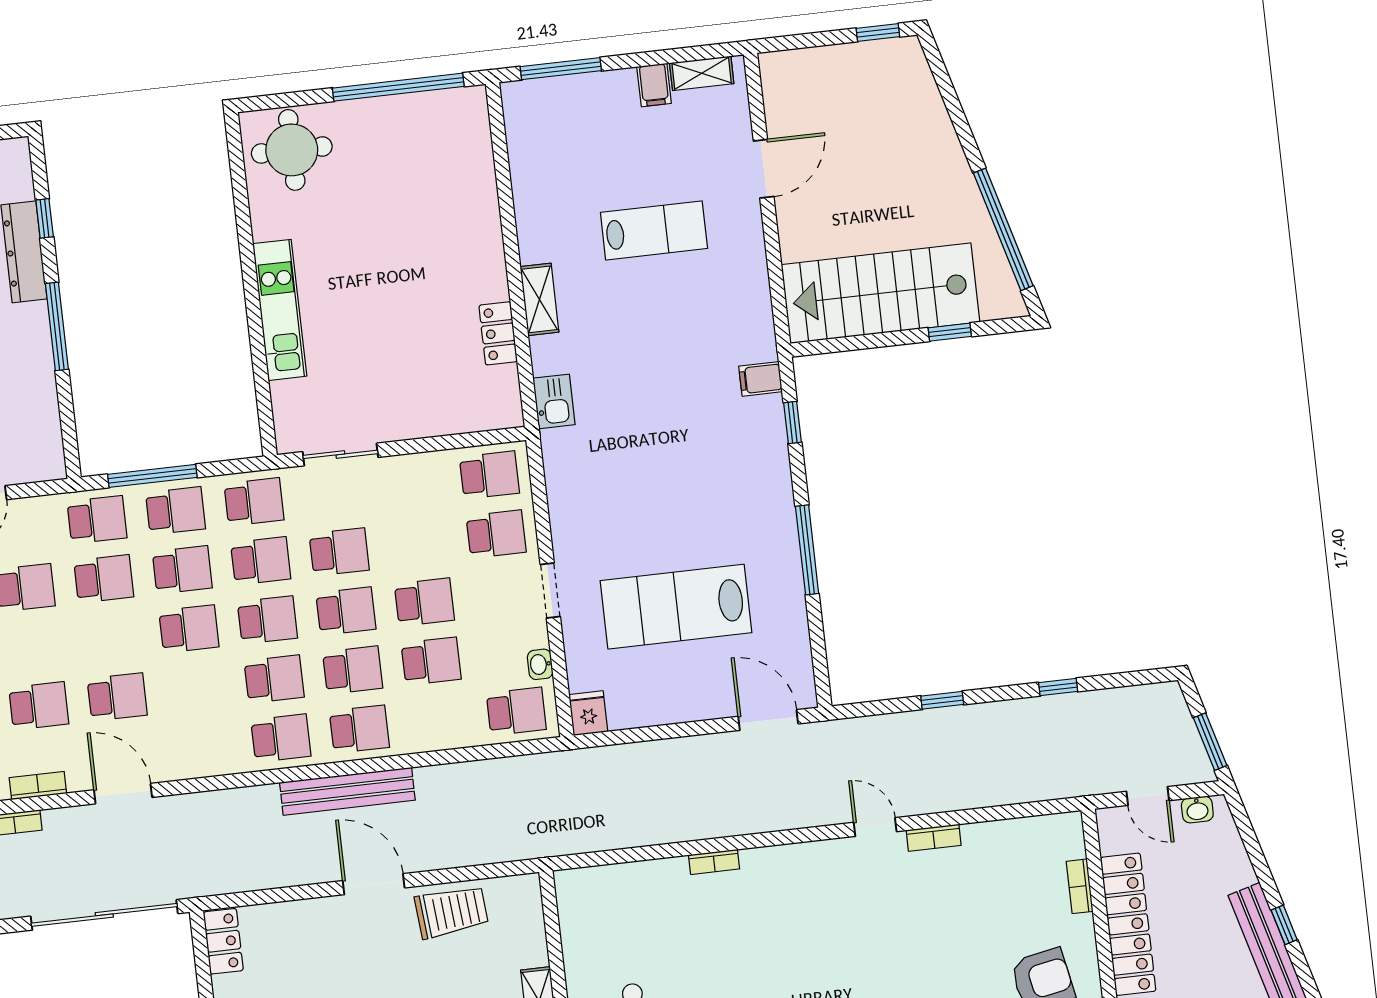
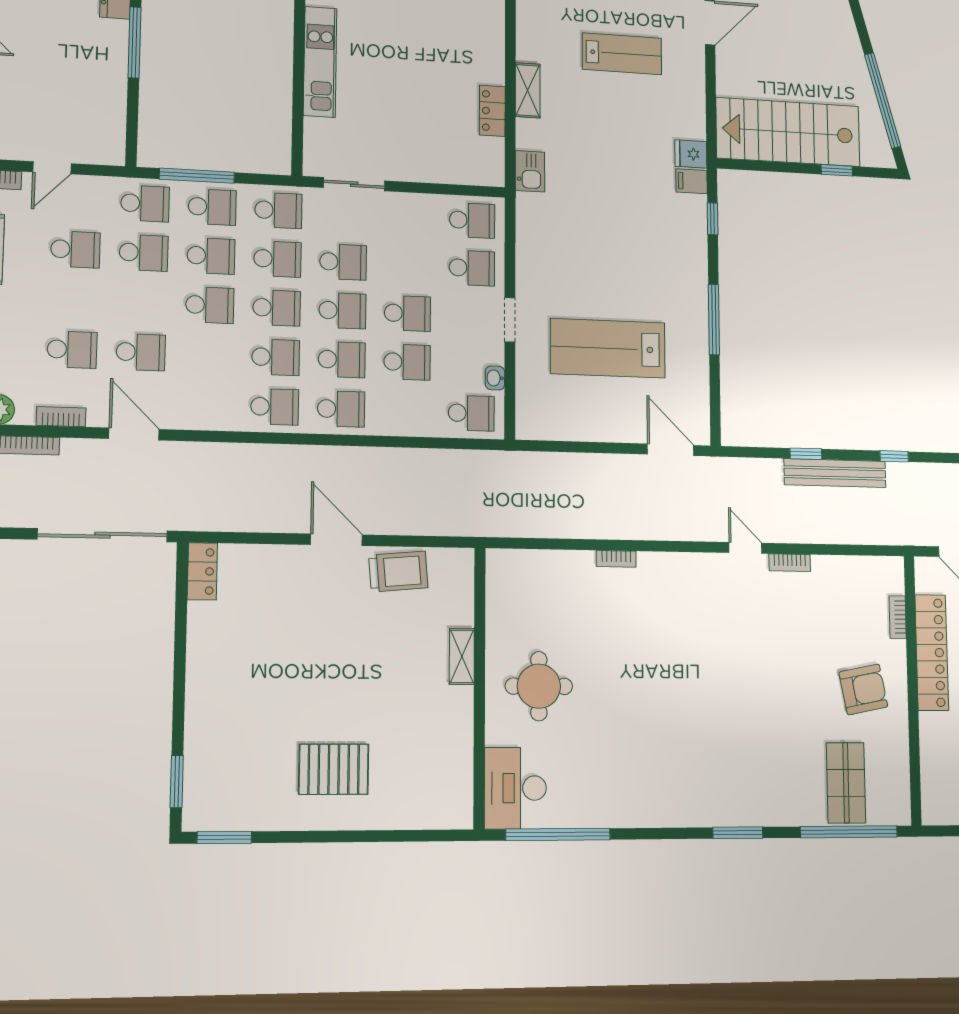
fridge: (588, 713) -> (691, 154), moved, turned -90
bench: (347, 791) -> (835, 473), moved

